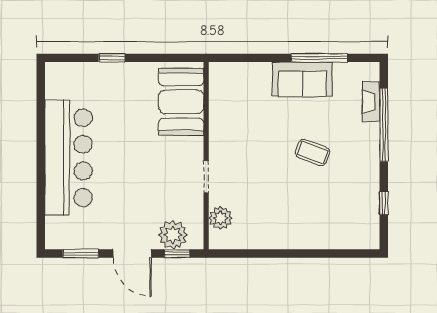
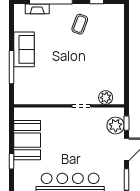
window: (319, 58) -> (11, 67), moved
booth: (181, 102) -> (27, 140), moved, turned 90
coffee table: (312, 152) -> (80, 24), moved

